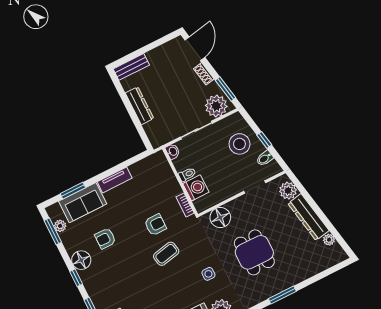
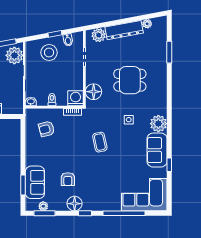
tv unit: (115, 180) -> (30, 152), removed
washing machine: (196, 188) -> (76, 98), moved
armchair: (155, 225) -> (46, 129), moved, turned -105
window: (282, 295) -> (169, 52), moved

